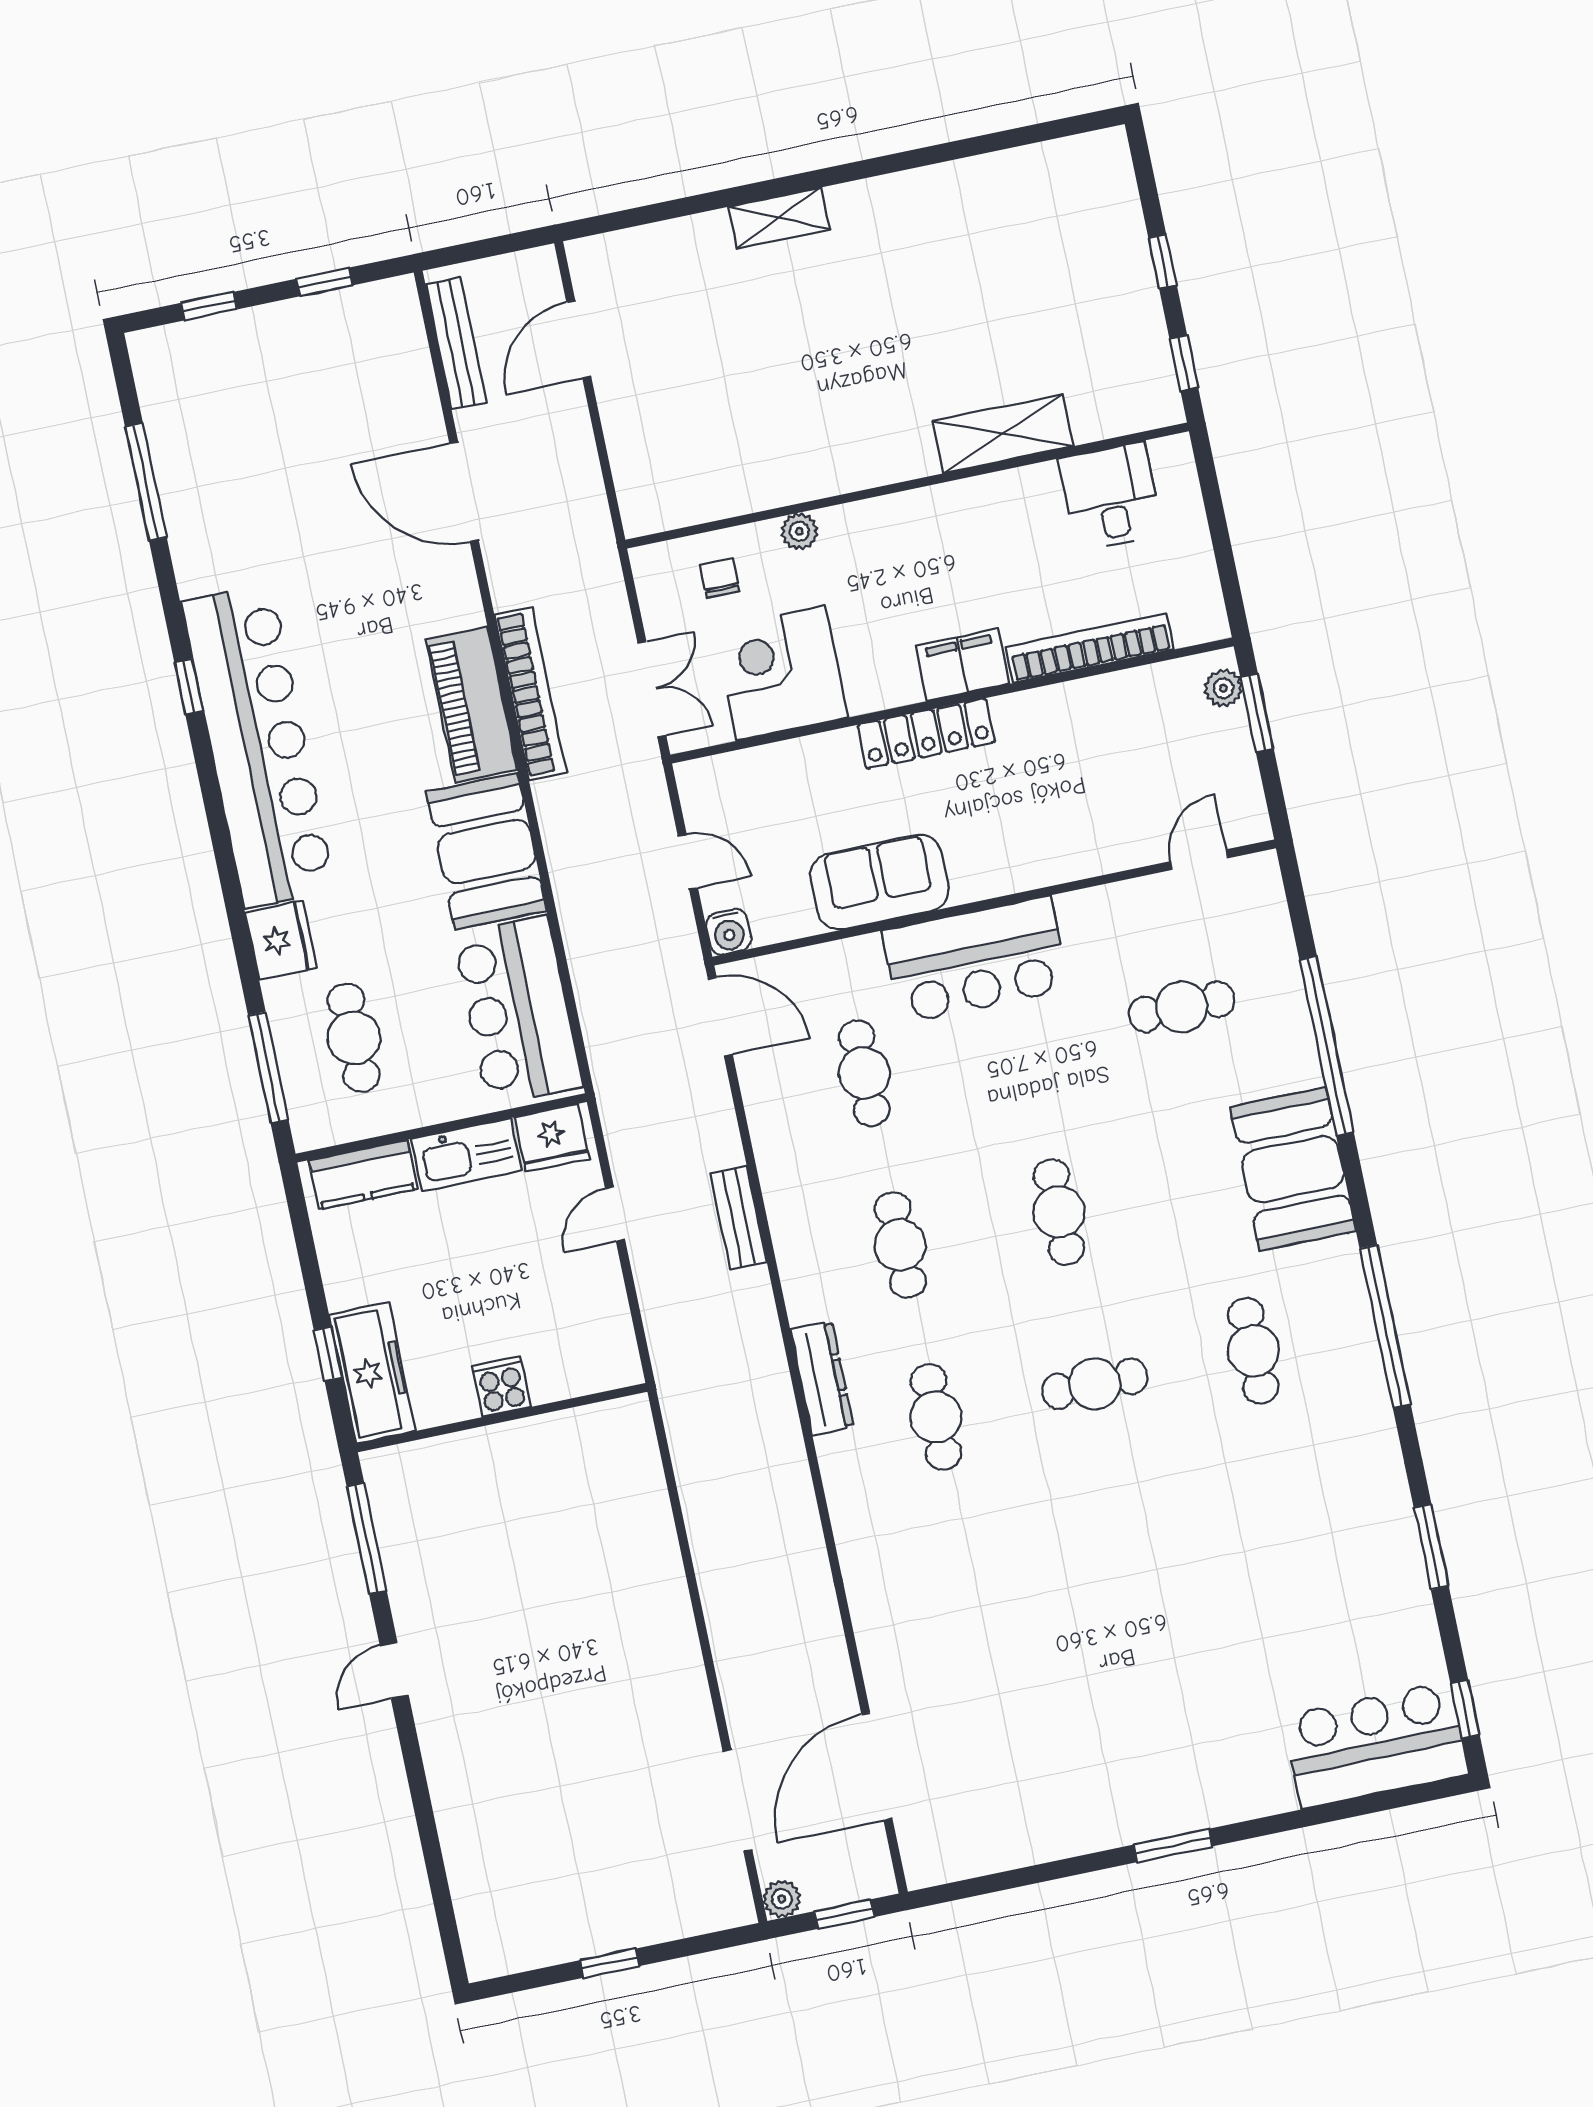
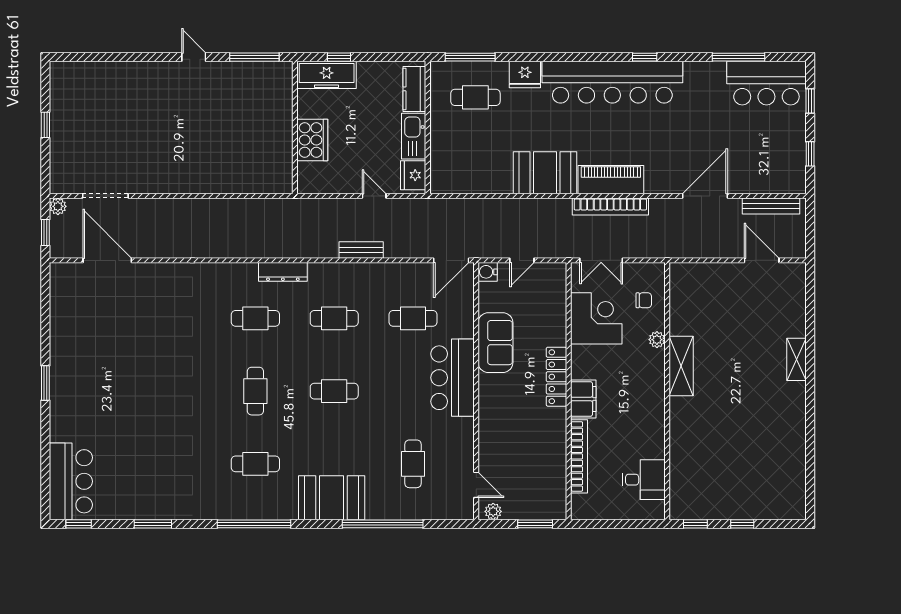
shelving: (1003, 434) -> (681, 366), moved
plant: (1223, 688) -> (493, 511), moved
bar counter: (518, 1011) -> (766, 83), moved, turned 180
cooker: (502, 1386) -> (312, 140), width x1.87, depth x1.31

